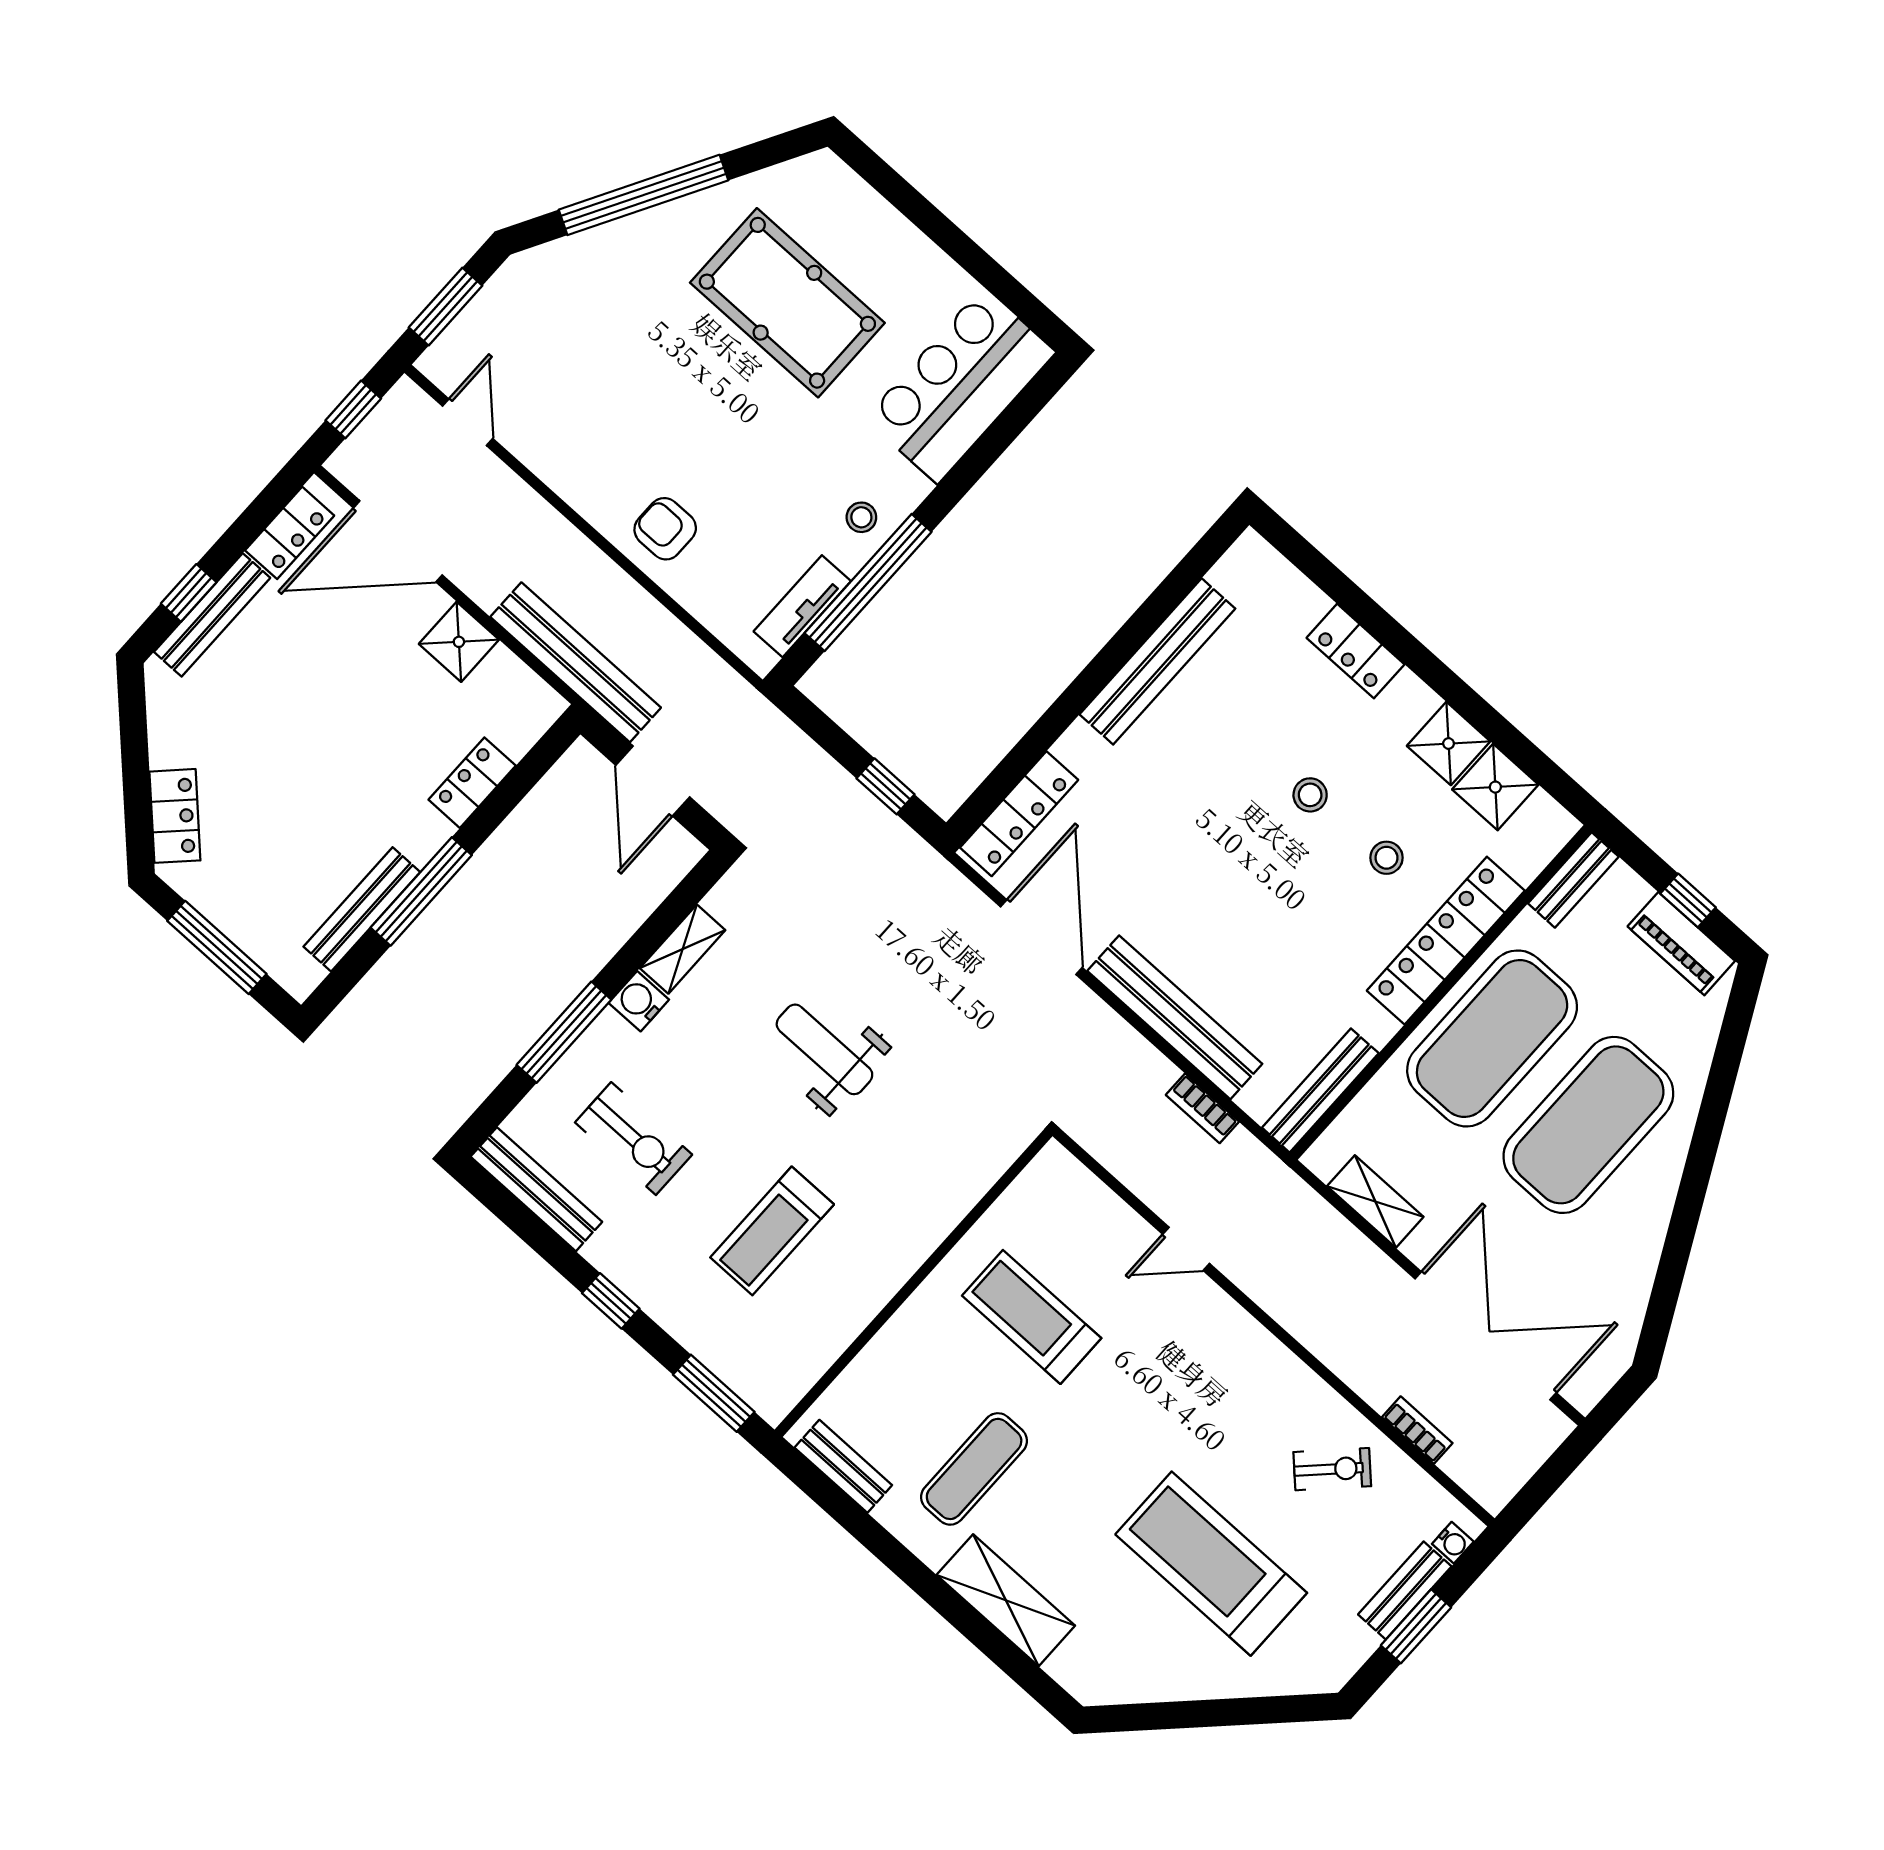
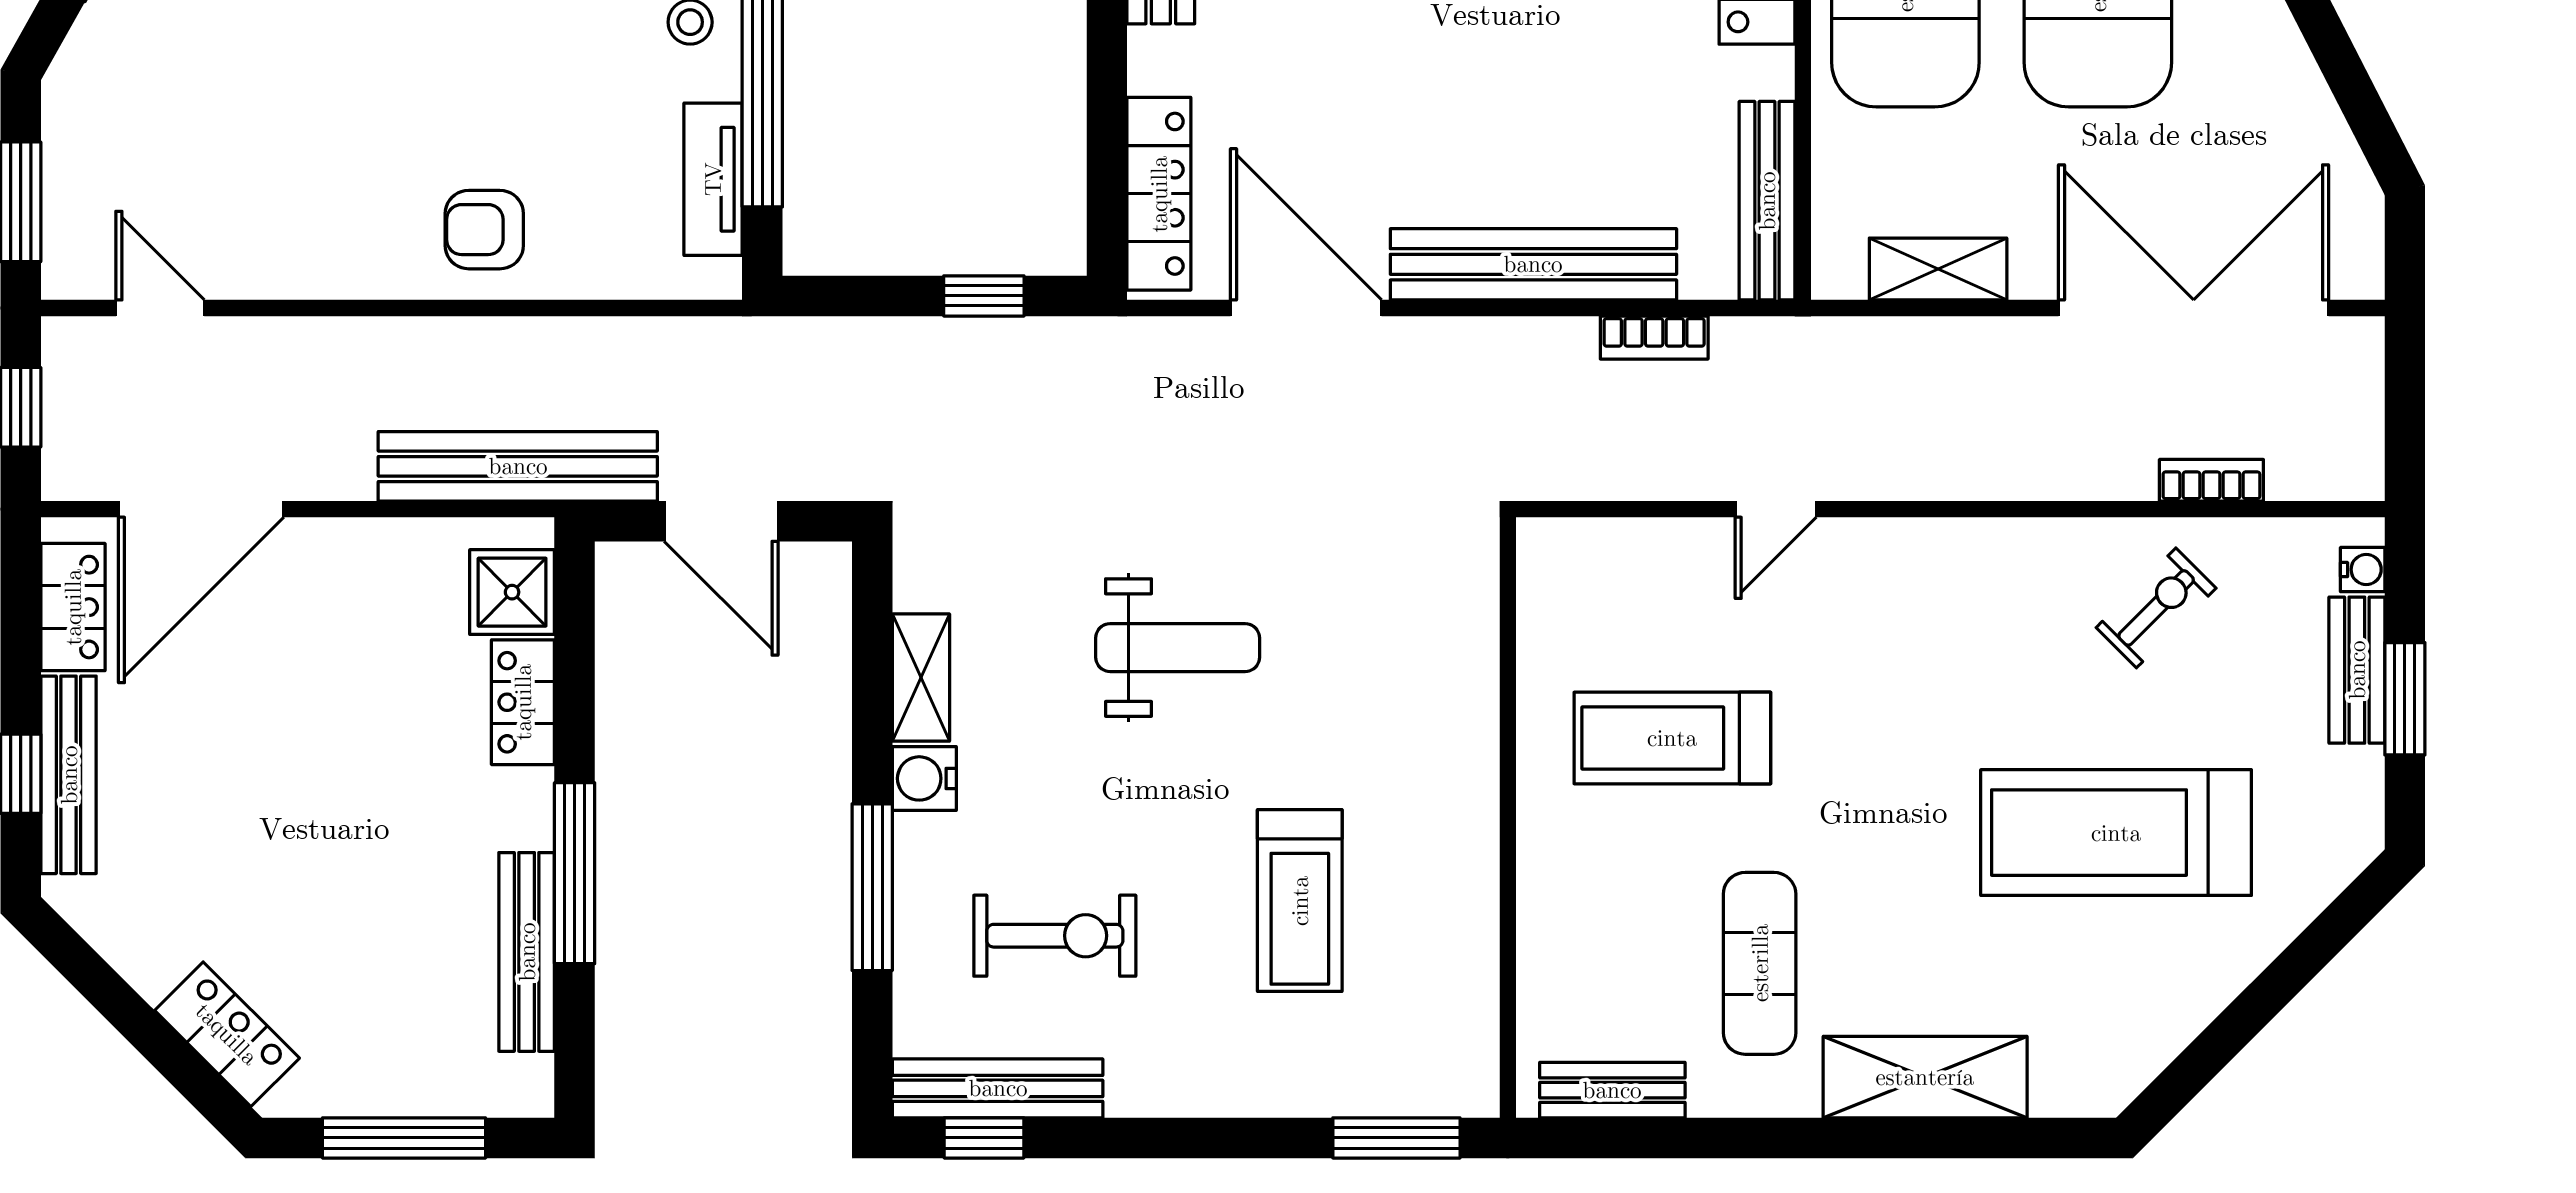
shower: (459, 642) -> (512, 592), moved
weight bench: (824, 1049) -> (1178, 648), turned 180
window: (611, 1301) -> (984, 1138), moved

